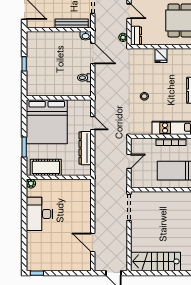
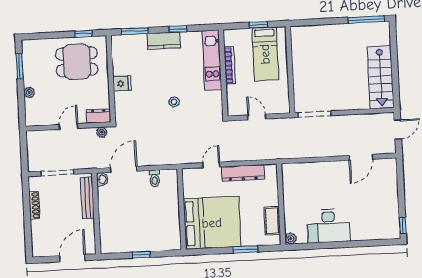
cot: (46, 167) -> (272, 221), width x0.73, depth x0.75

